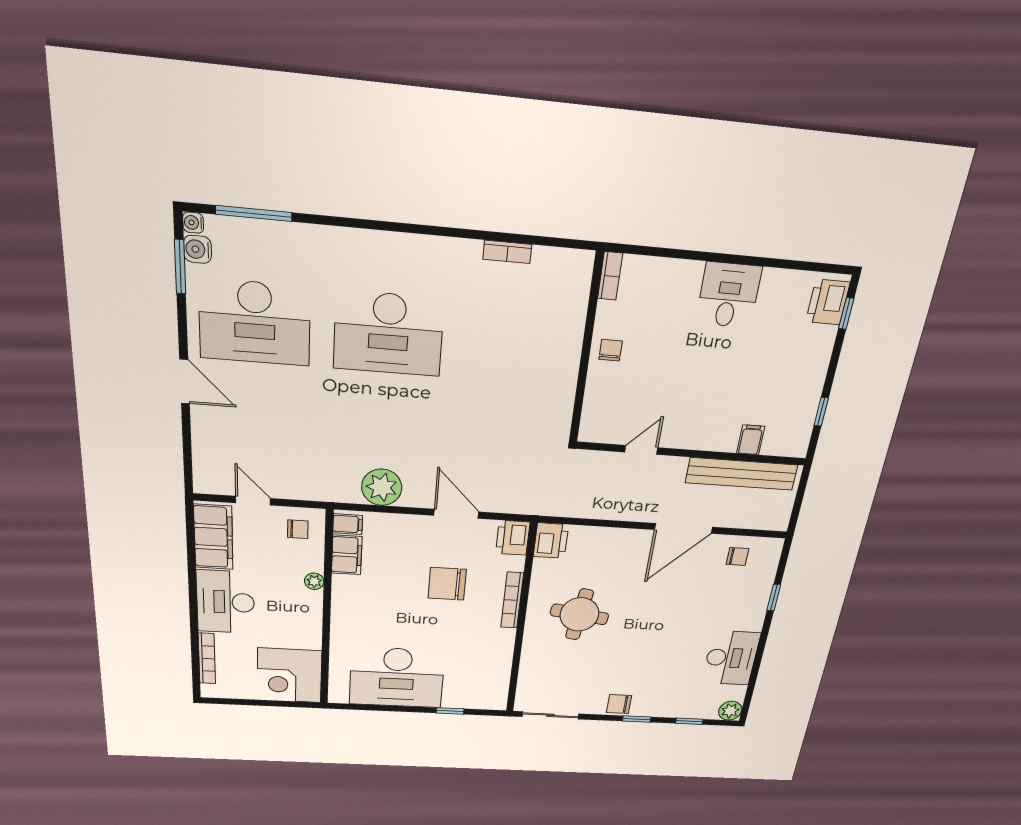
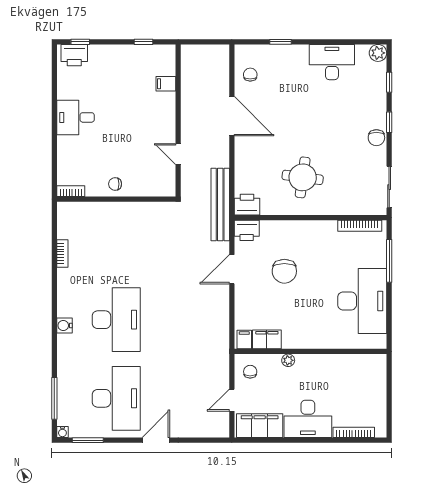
water cooler: (198, 249) -> (64, 325), moved, turned 90
bench: (742, 474) -> (220, 204), moved
plant: (382, 487) -> (217, 319), removed
bookcase: (512, 600) -> (360, 226), moved
corner desk: (290, 675) -> (365, 376), removed
window: (450, 711) -> (389, 261), width x2.17

